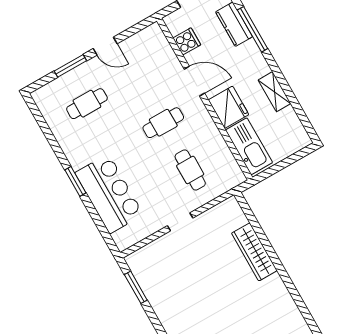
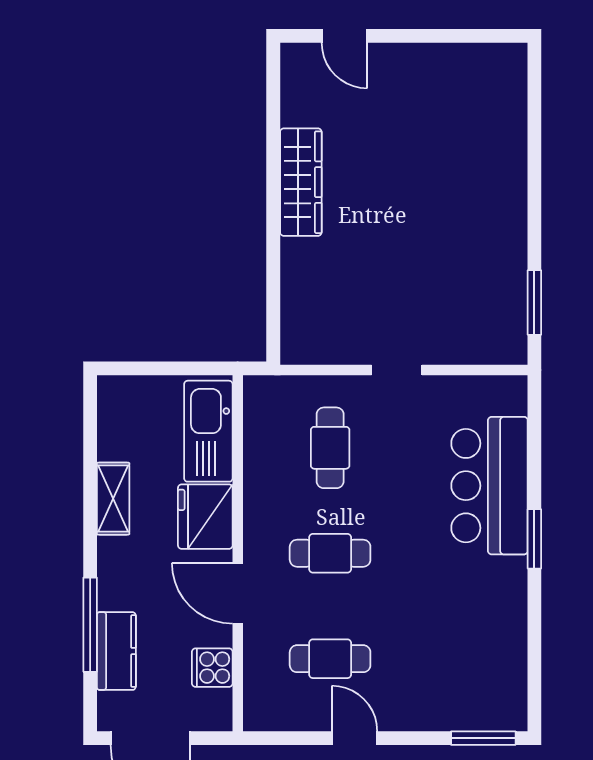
window: (70, 66) -> (483, 738), moved
cafe table: (87, 104) -> (330, 659), moved
wardrobe: (254, 252) -> (301, 182), moved

